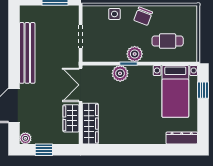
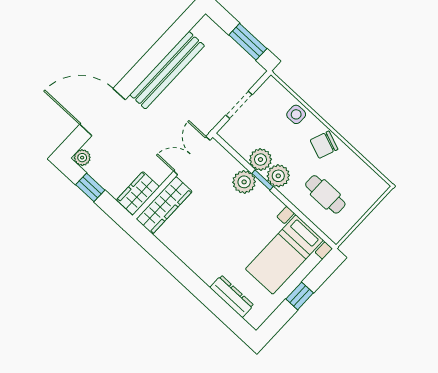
plant: (118, 54) -> (260, 160), added
window: (203, 90) -> (300, 296), moved
wardrobe: (71, 118) -> (138, 193), moved
dresser: (182, 138) -> (232, 296), moved

